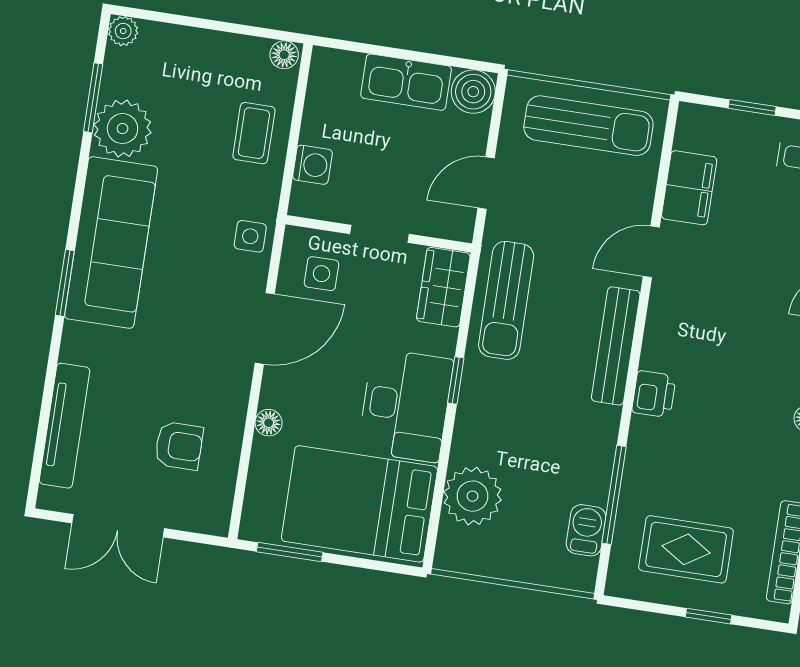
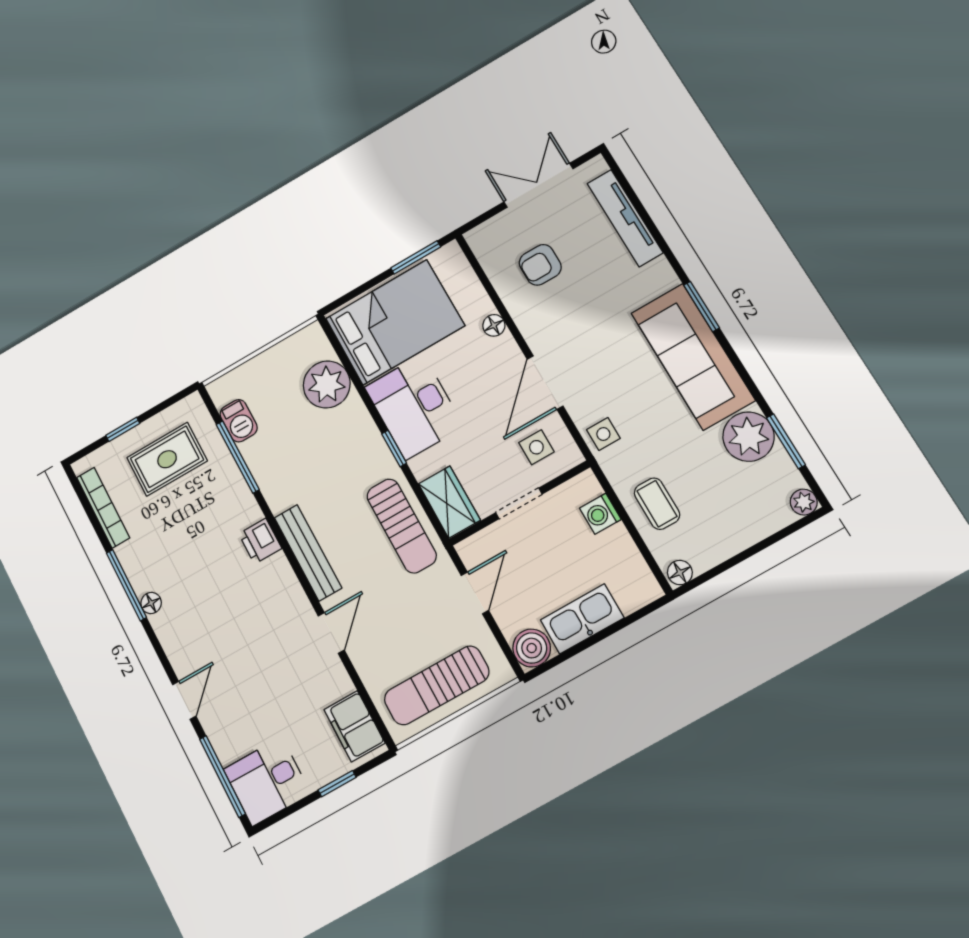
filing cabinet: (689, 188) -> (354, 726), moved
sun lounger: (506, 300) -> (402, 526), turned 180

